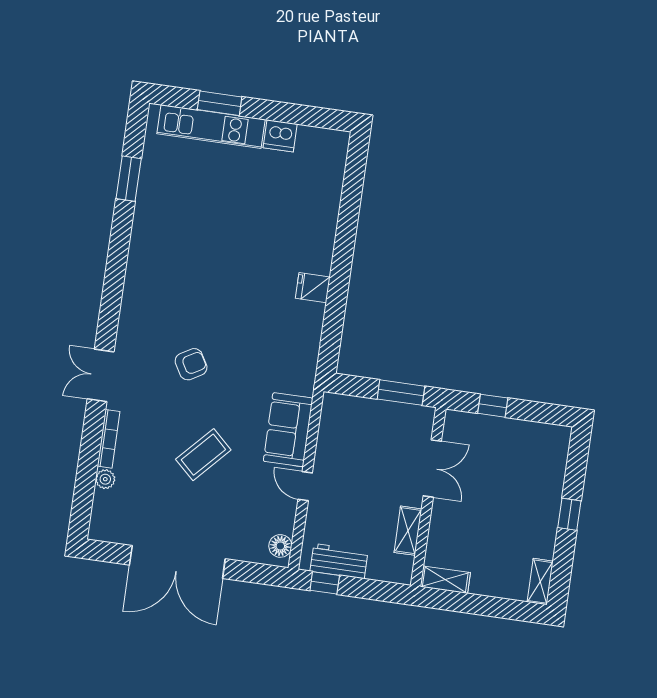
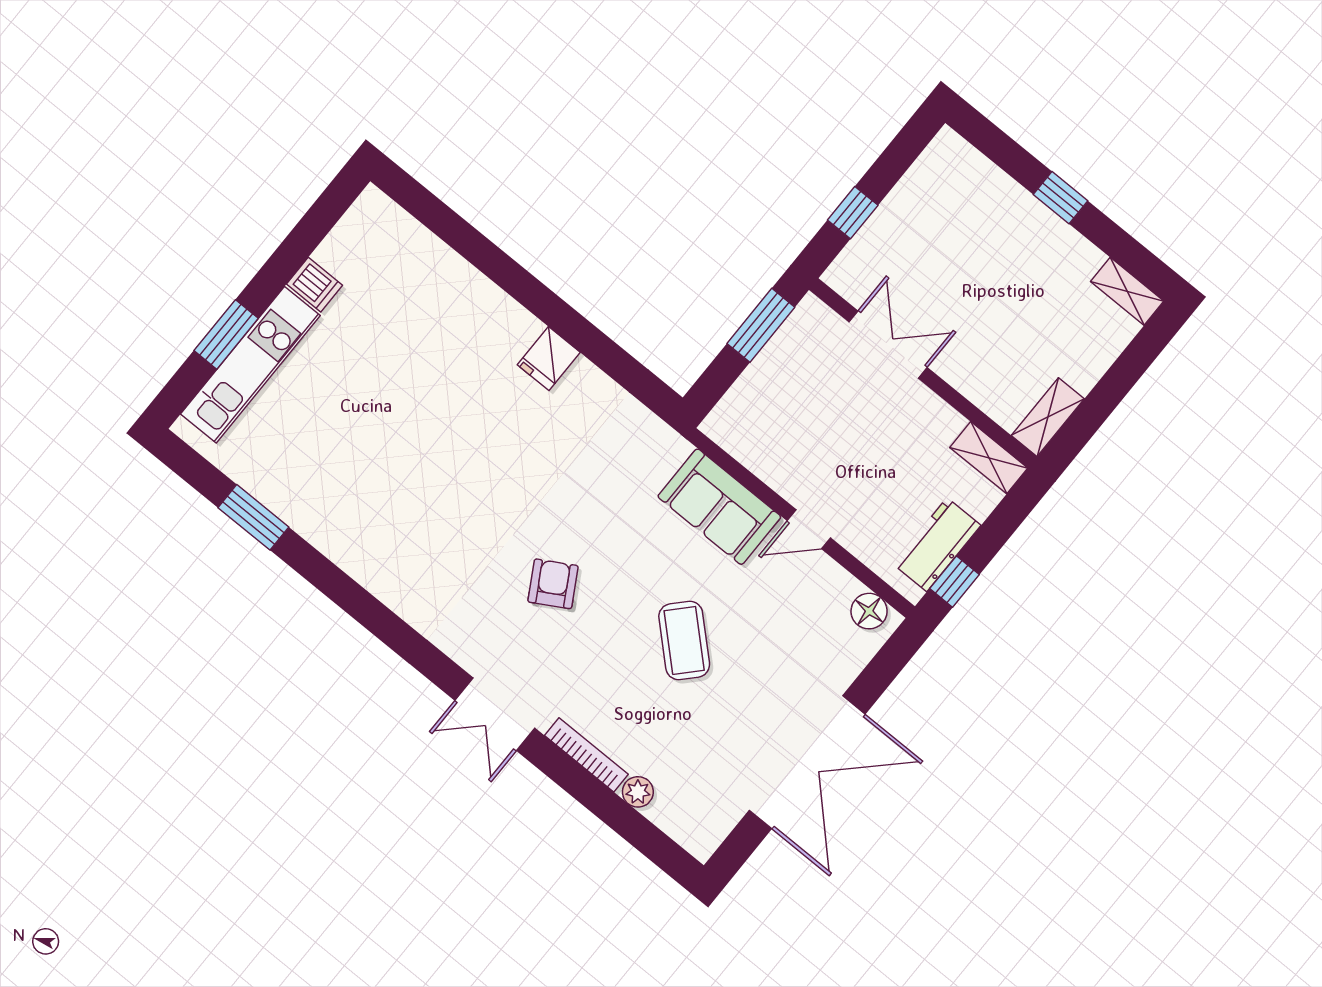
dishwasher: (280, 136) -> (315, 285), width x0.73
shelving: (408, 531) -> (989, 458), moved

